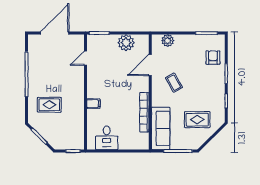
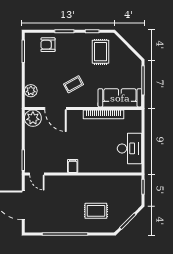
plant: (126, 43) -> (33, 118), moved
door: (86, 58) -> (37, 174), moved
filing cabinet: (93, 104) -> (73, 166), moved
rug: (49, 105) -> (96, 211), turned 90
rug: (197, 120) -> (101, 52), moved
desk: (107, 138) -> (129, 148), width x1.37

